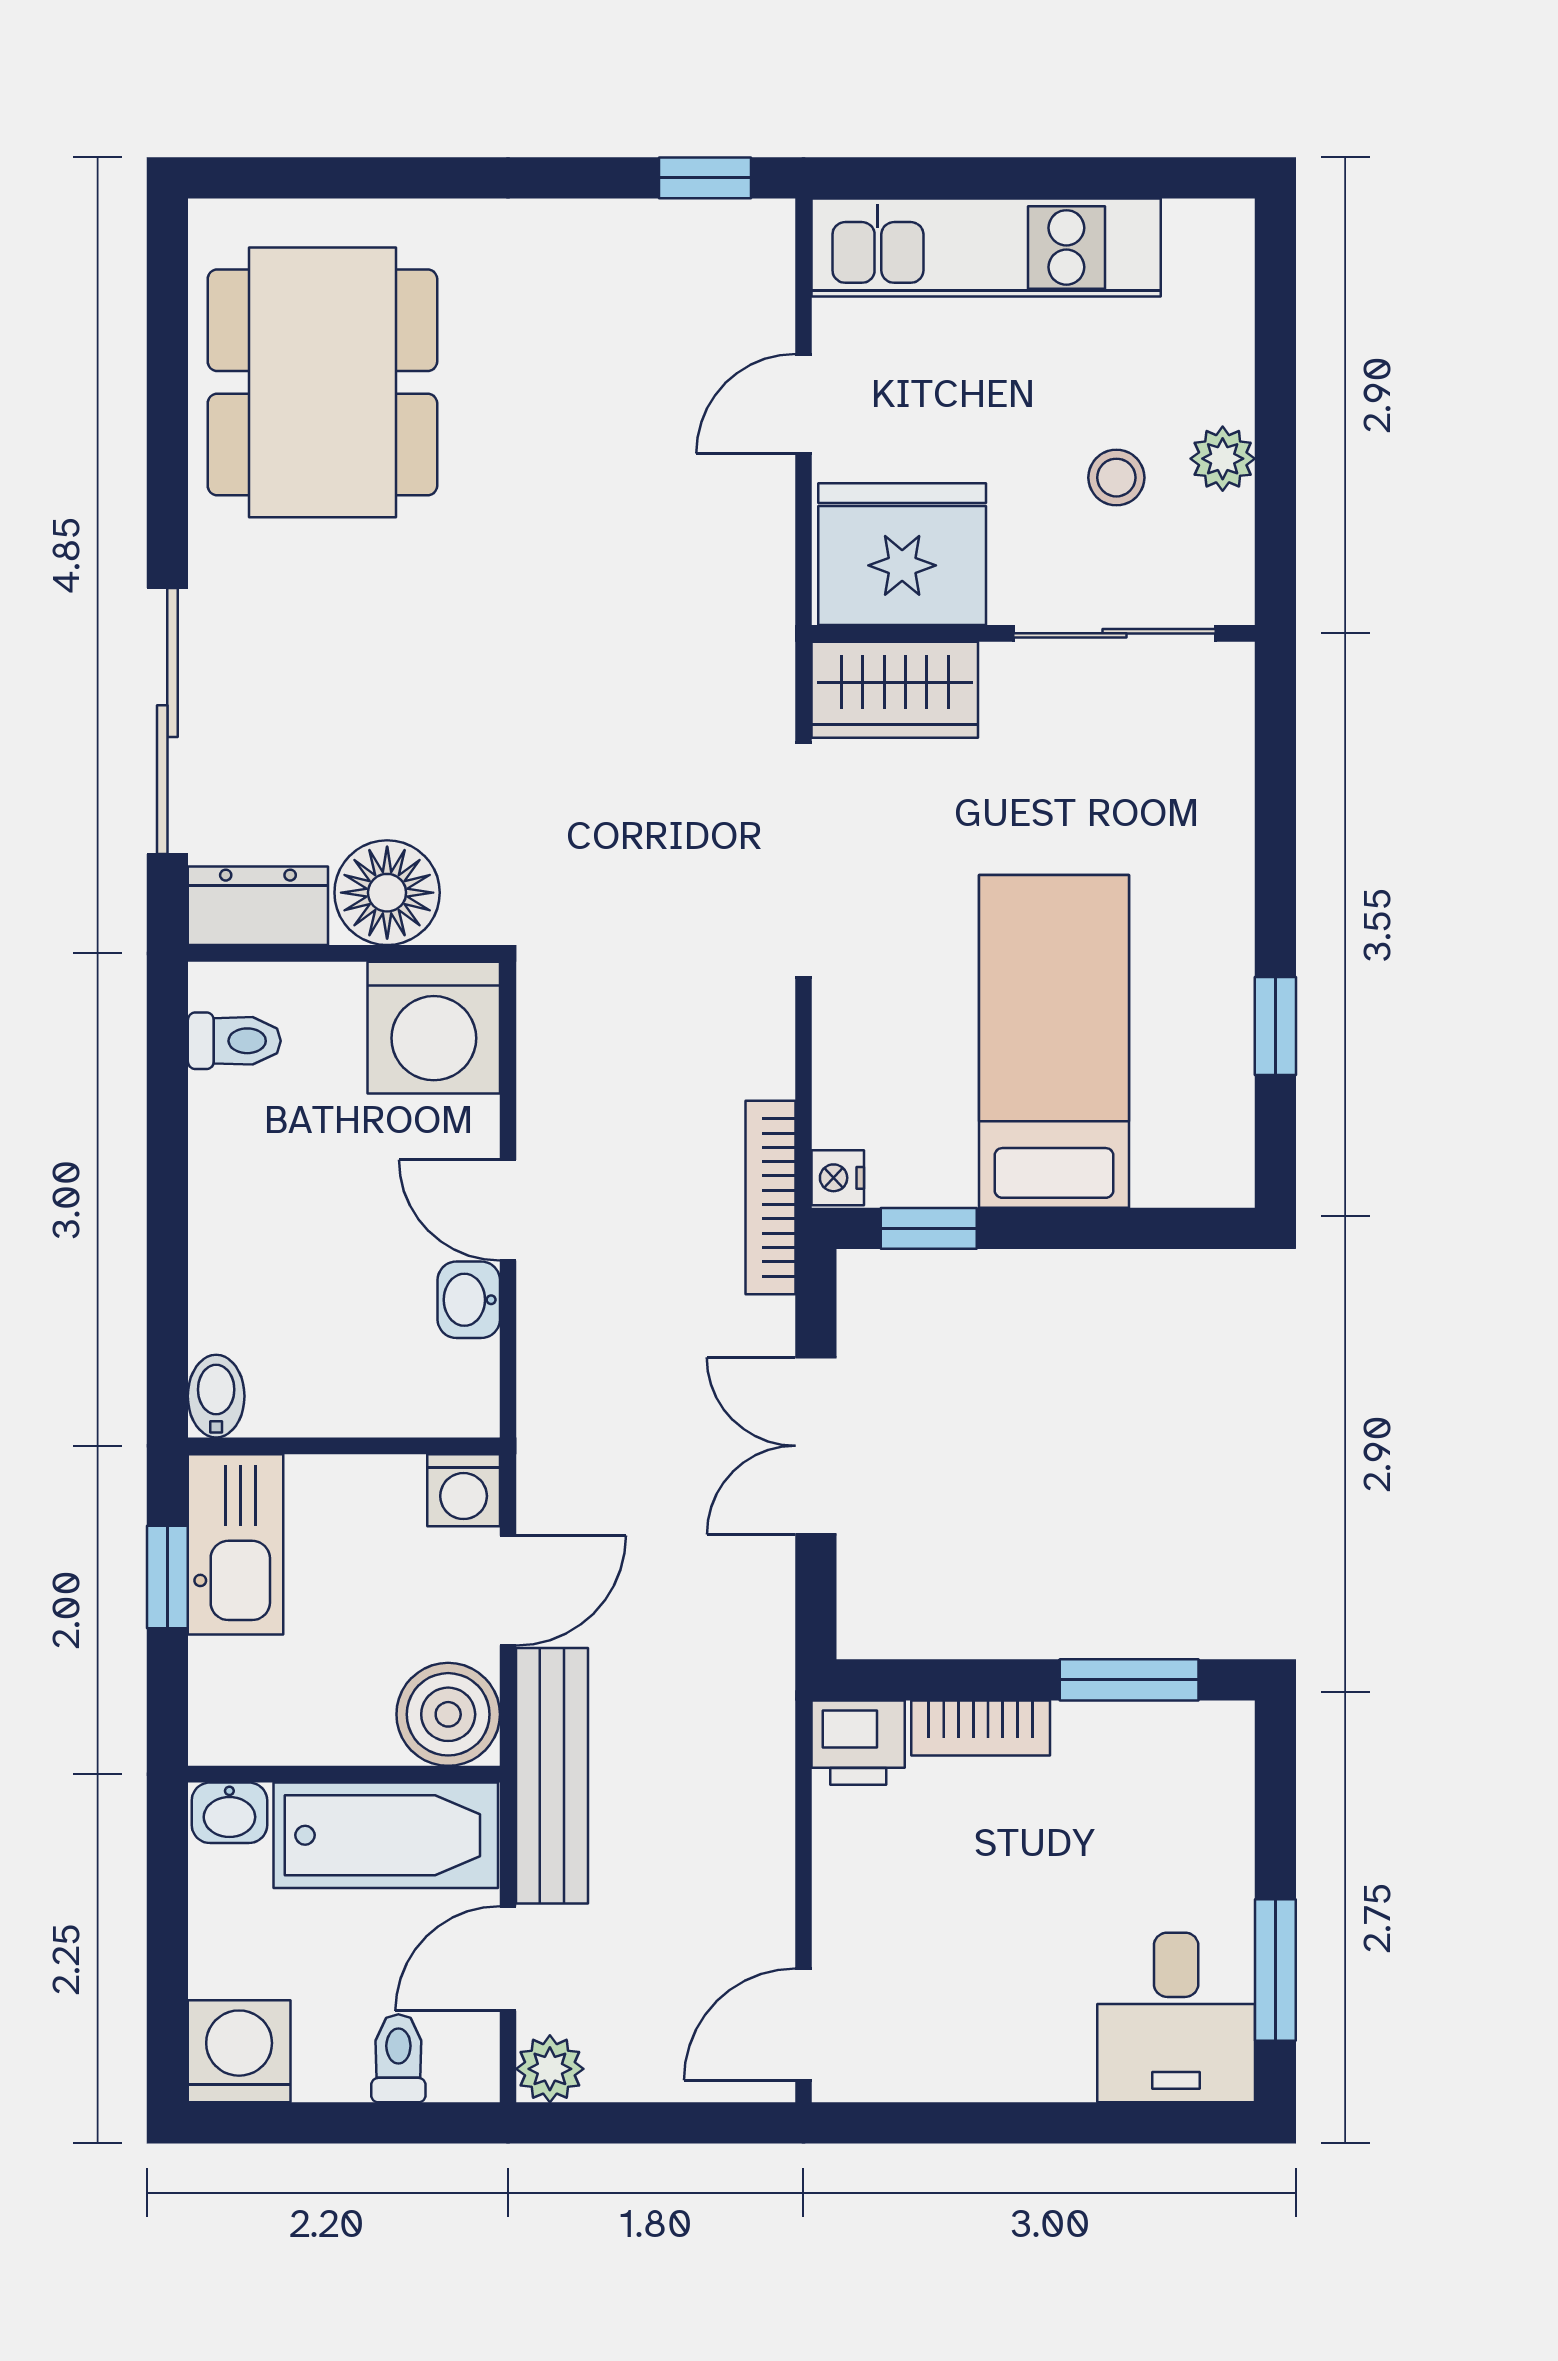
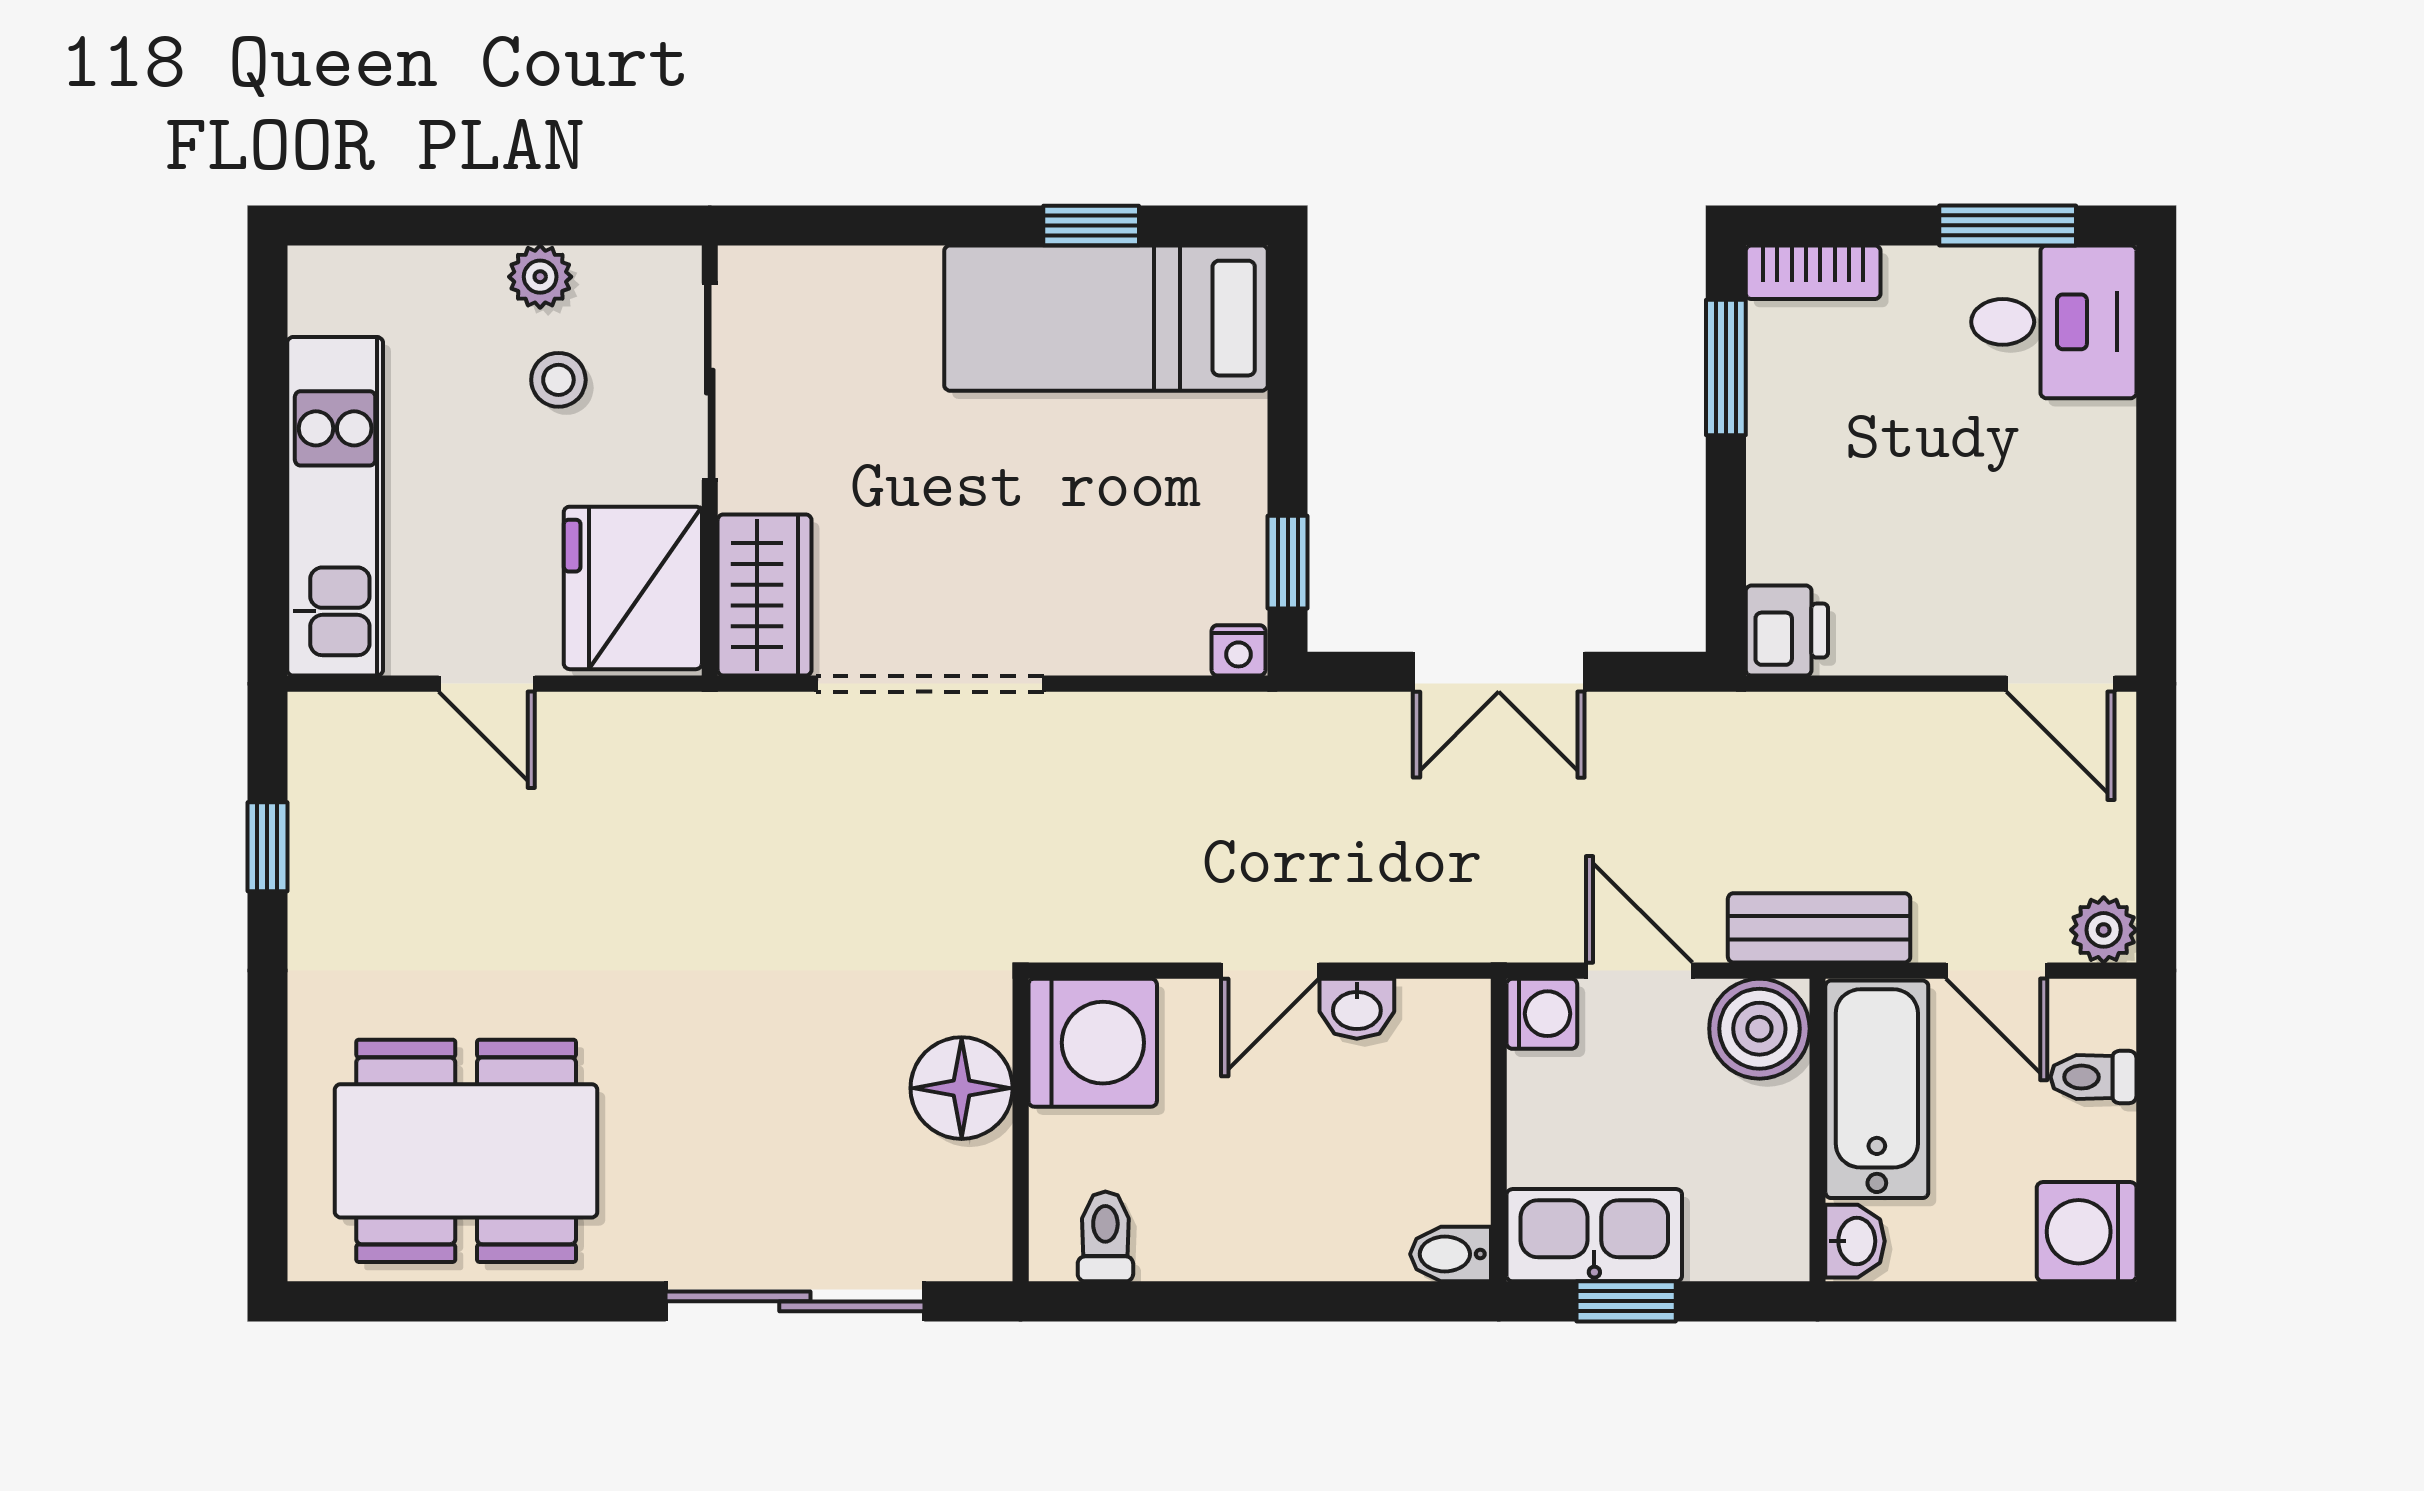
window: (705, 178) -> (267, 847), moved
dresser: (258, 906) -> (974, 1213), removed
bed: (1054, 1041) -> (1106, 318), moved
bookcase: (770, 1197) -> (1258, 716), removed
bookcase: (981, 1728) -> (1813, 272), moved, turned 90
bench: (552, 1776) -> (1819, 928), width x0.73

